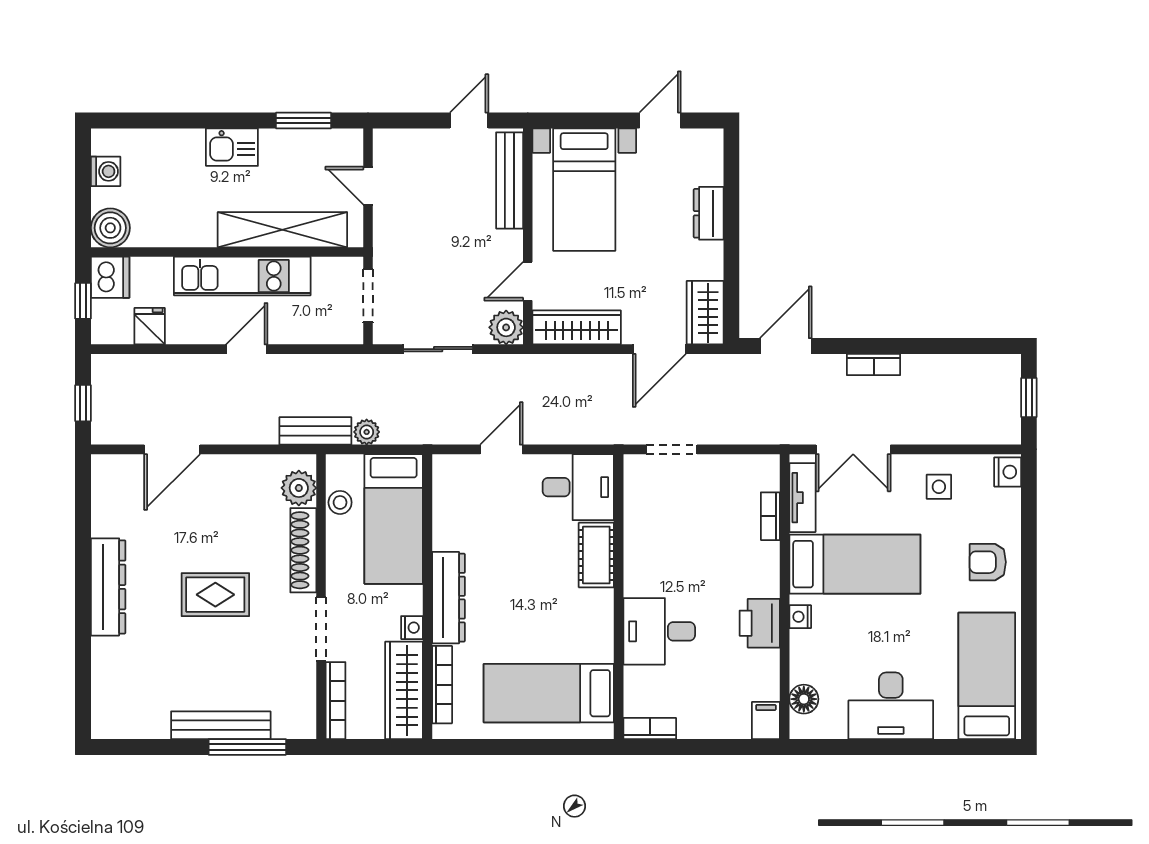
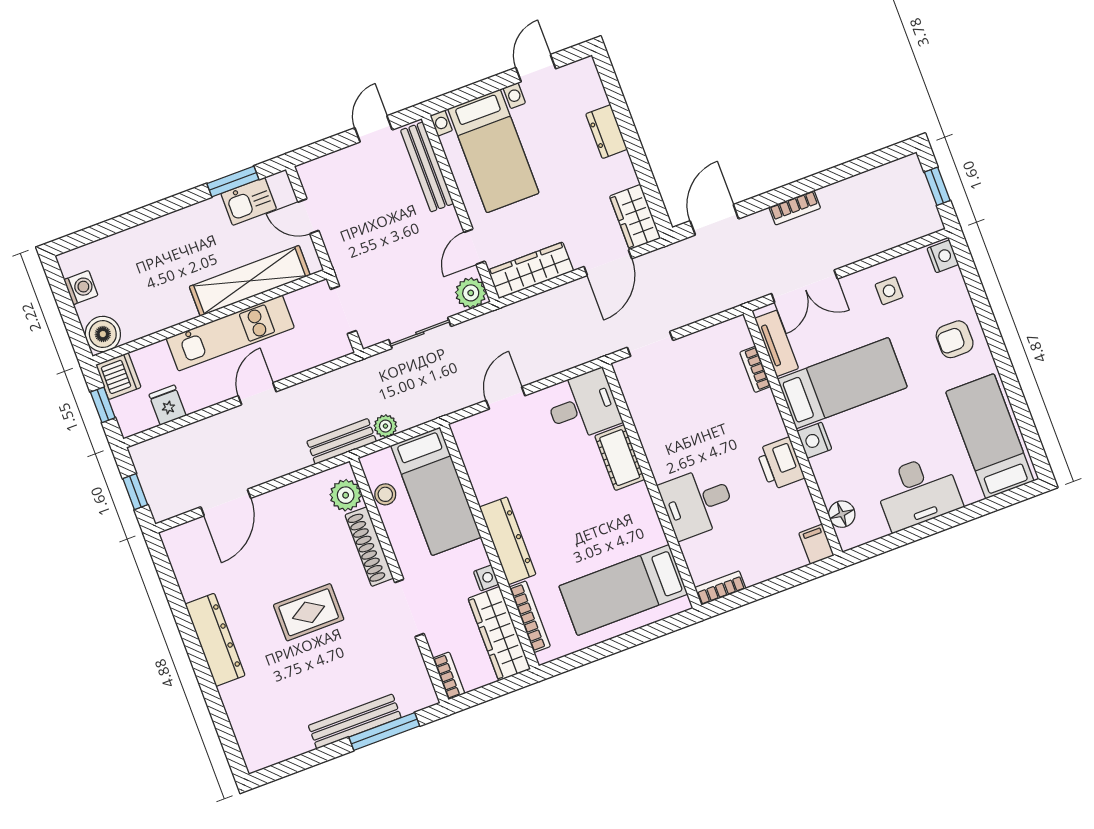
kitchen sink: (232, 147) -> (249, 201), moved
nightstand: (800, 617) -> (814, 440), width x1.39, depth x1.35
bookcase: (336, 701) -> (449, 676), width x0.64

